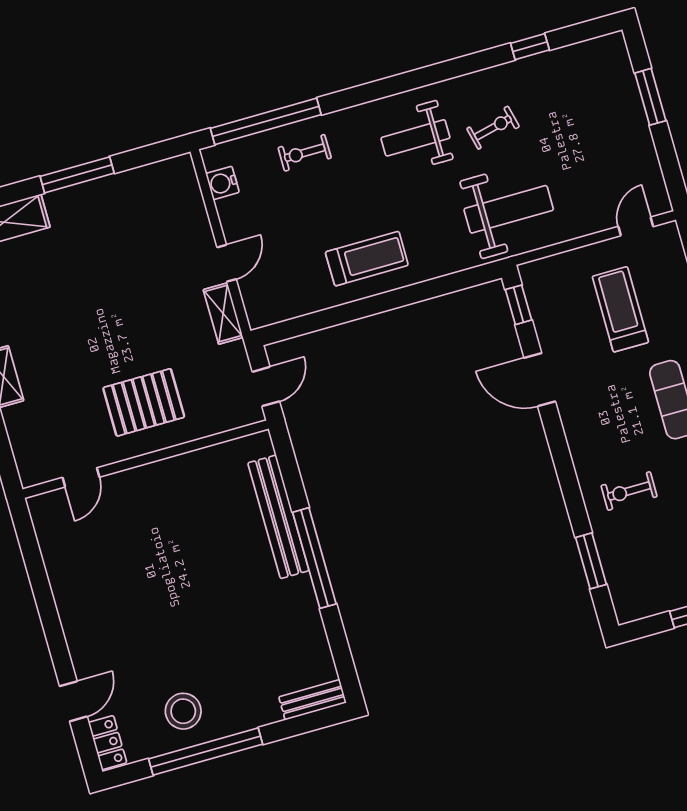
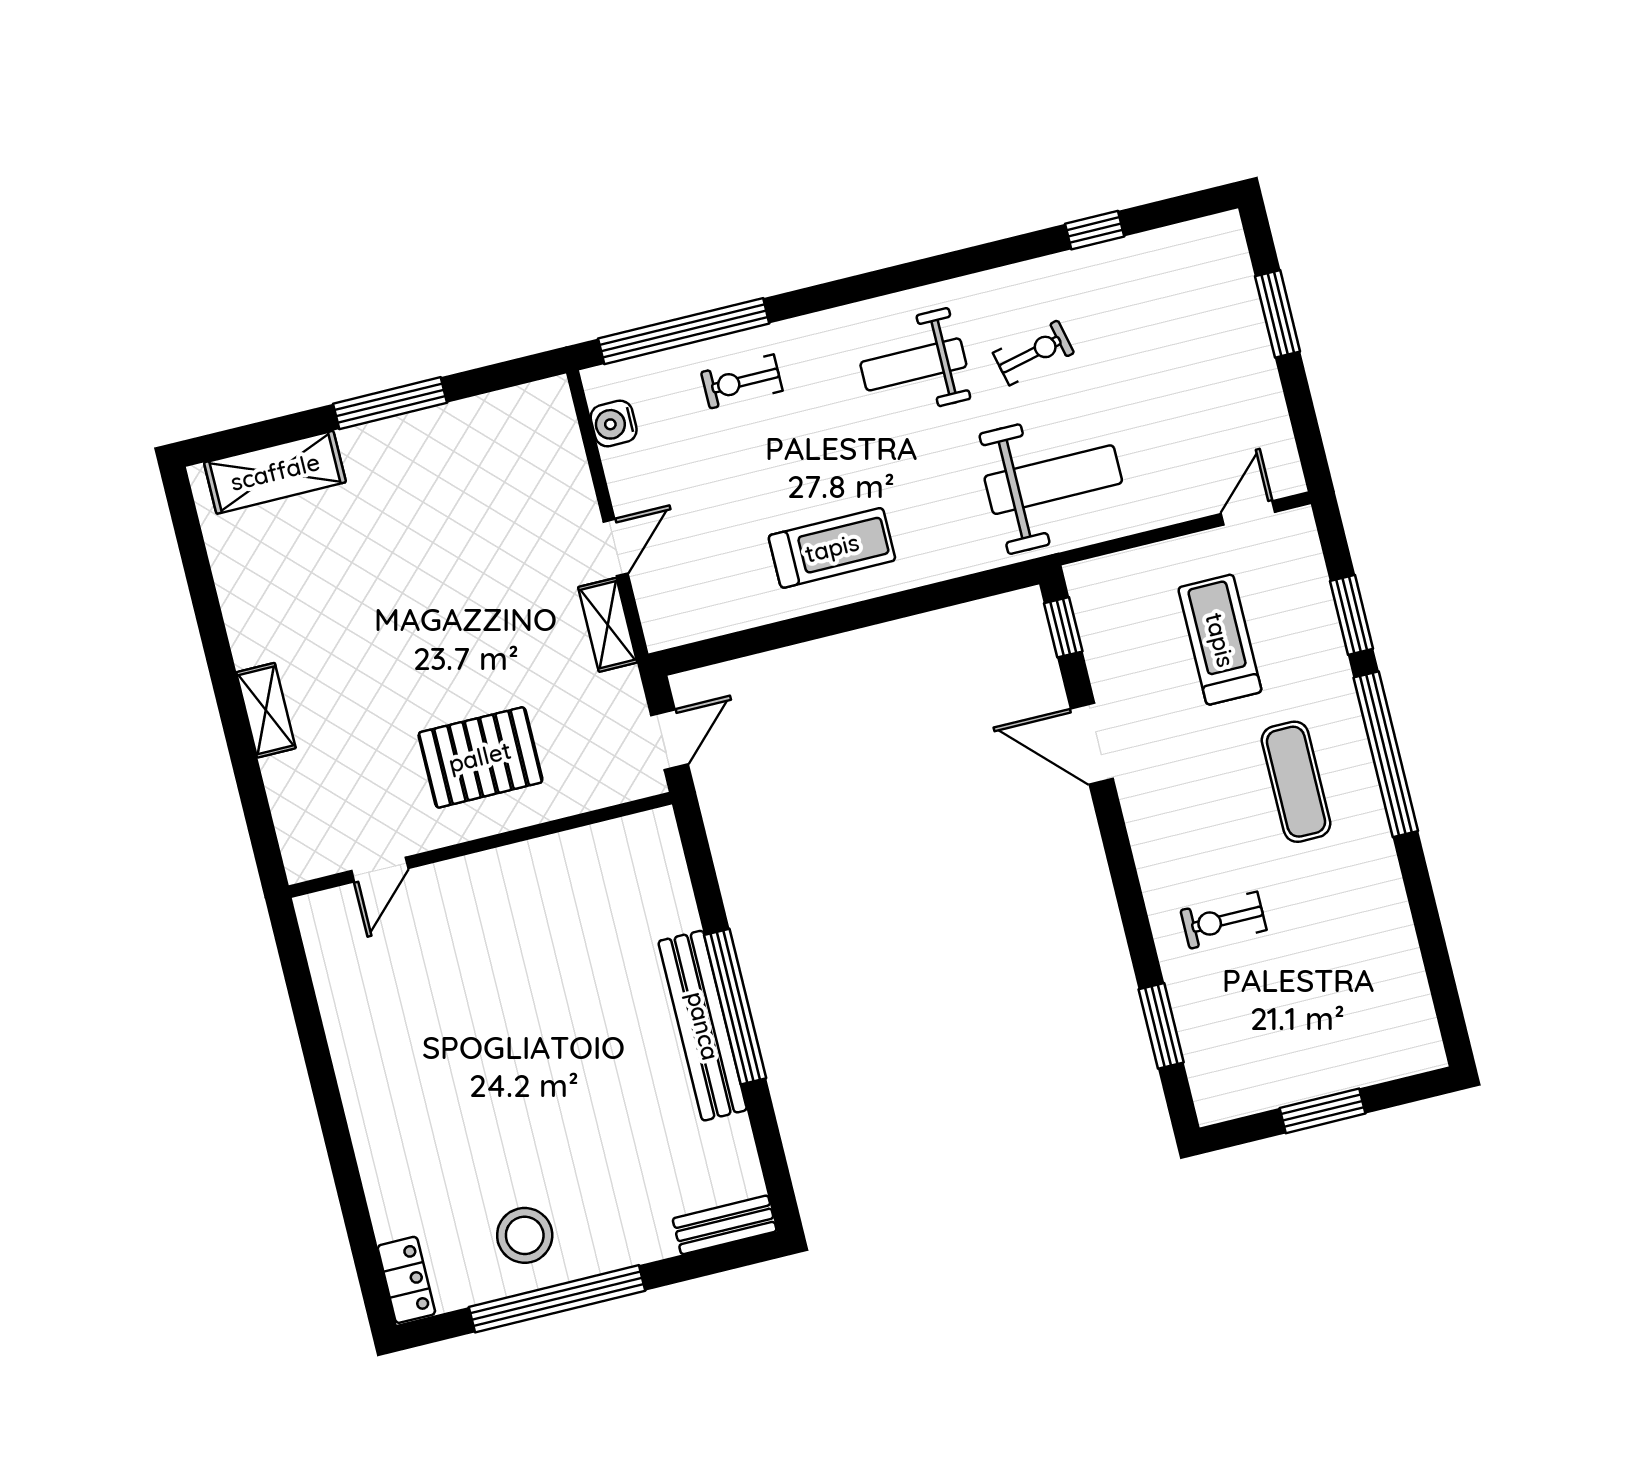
bench: (278, 517) -> (703, 1026), moved
door: (73, 701) -> (356, 1214), removed

